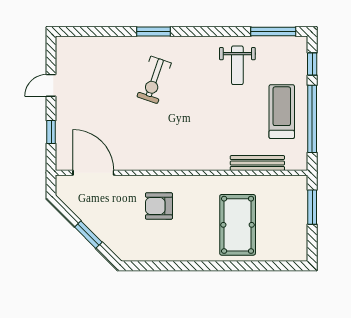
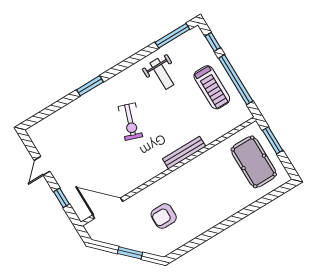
exercise bike: (154, 80) -> (130, 122), moved
treadmill: (282, 112) -> (212, 87), turned 180
bench: (257, 163) -> (184, 153), moved
armchair: (159, 206) -> (164, 216), moved
pool table: (238, 225) -> (254, 162), moved

